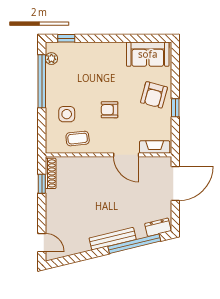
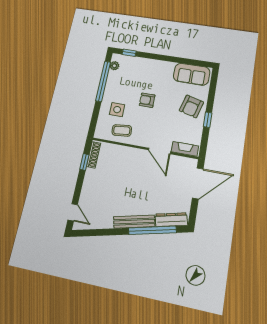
armchair: (110, 110) -> (147, 100), moved
dresser: (158, 227) -> (171, 220), width x1.44

